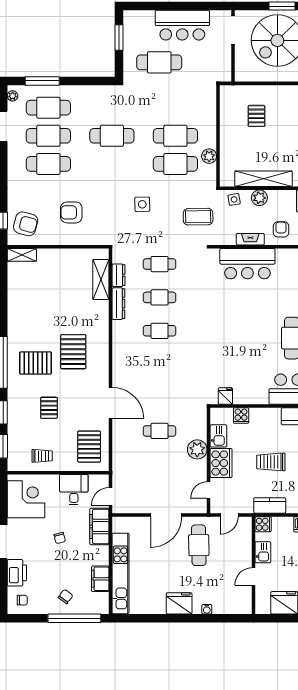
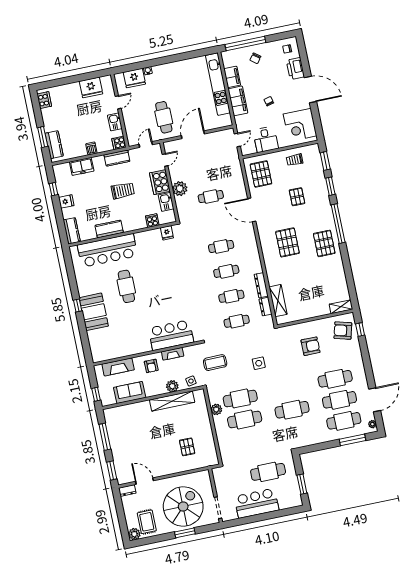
pallet: (35, 363) -> (324, 243), moved, turned 90
cafe table: (160, 364) -> (221, 246), added
filing cabinet: (99, 527) -> (238, 101), moved
fridge: (179, 603) -> (134, 78), moved

